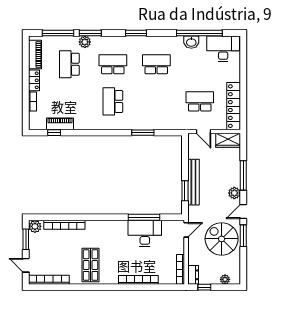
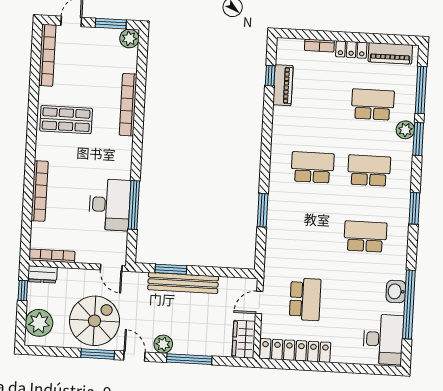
school desk: (113, 64) -> (369, 171), turned -90
school desk: (156, 64) -> (365, 236), turned -90
bookcase: (64, 225) -> (128, 105), moved
plant: (225, 279) -> (39, 323), width x1.87, depth x1.87

